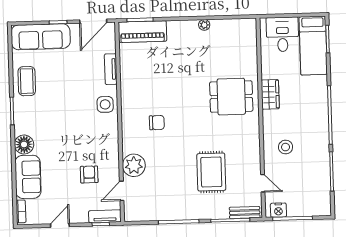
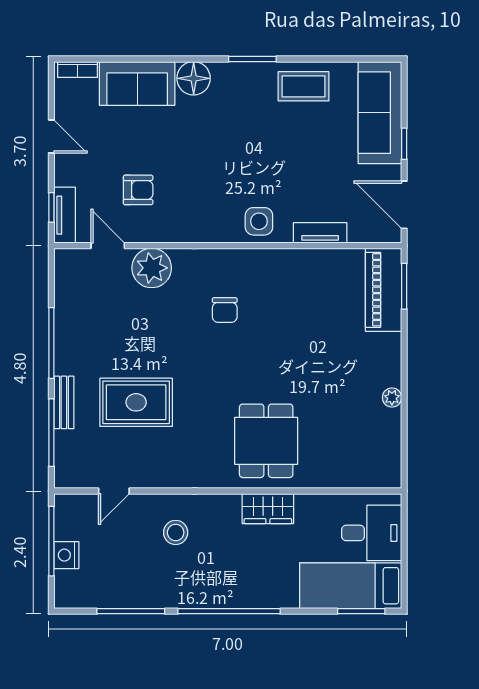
nightstand: (278, 210) -> (66, 555), moved
bench: (245, 213) -> (64, 402), moved

